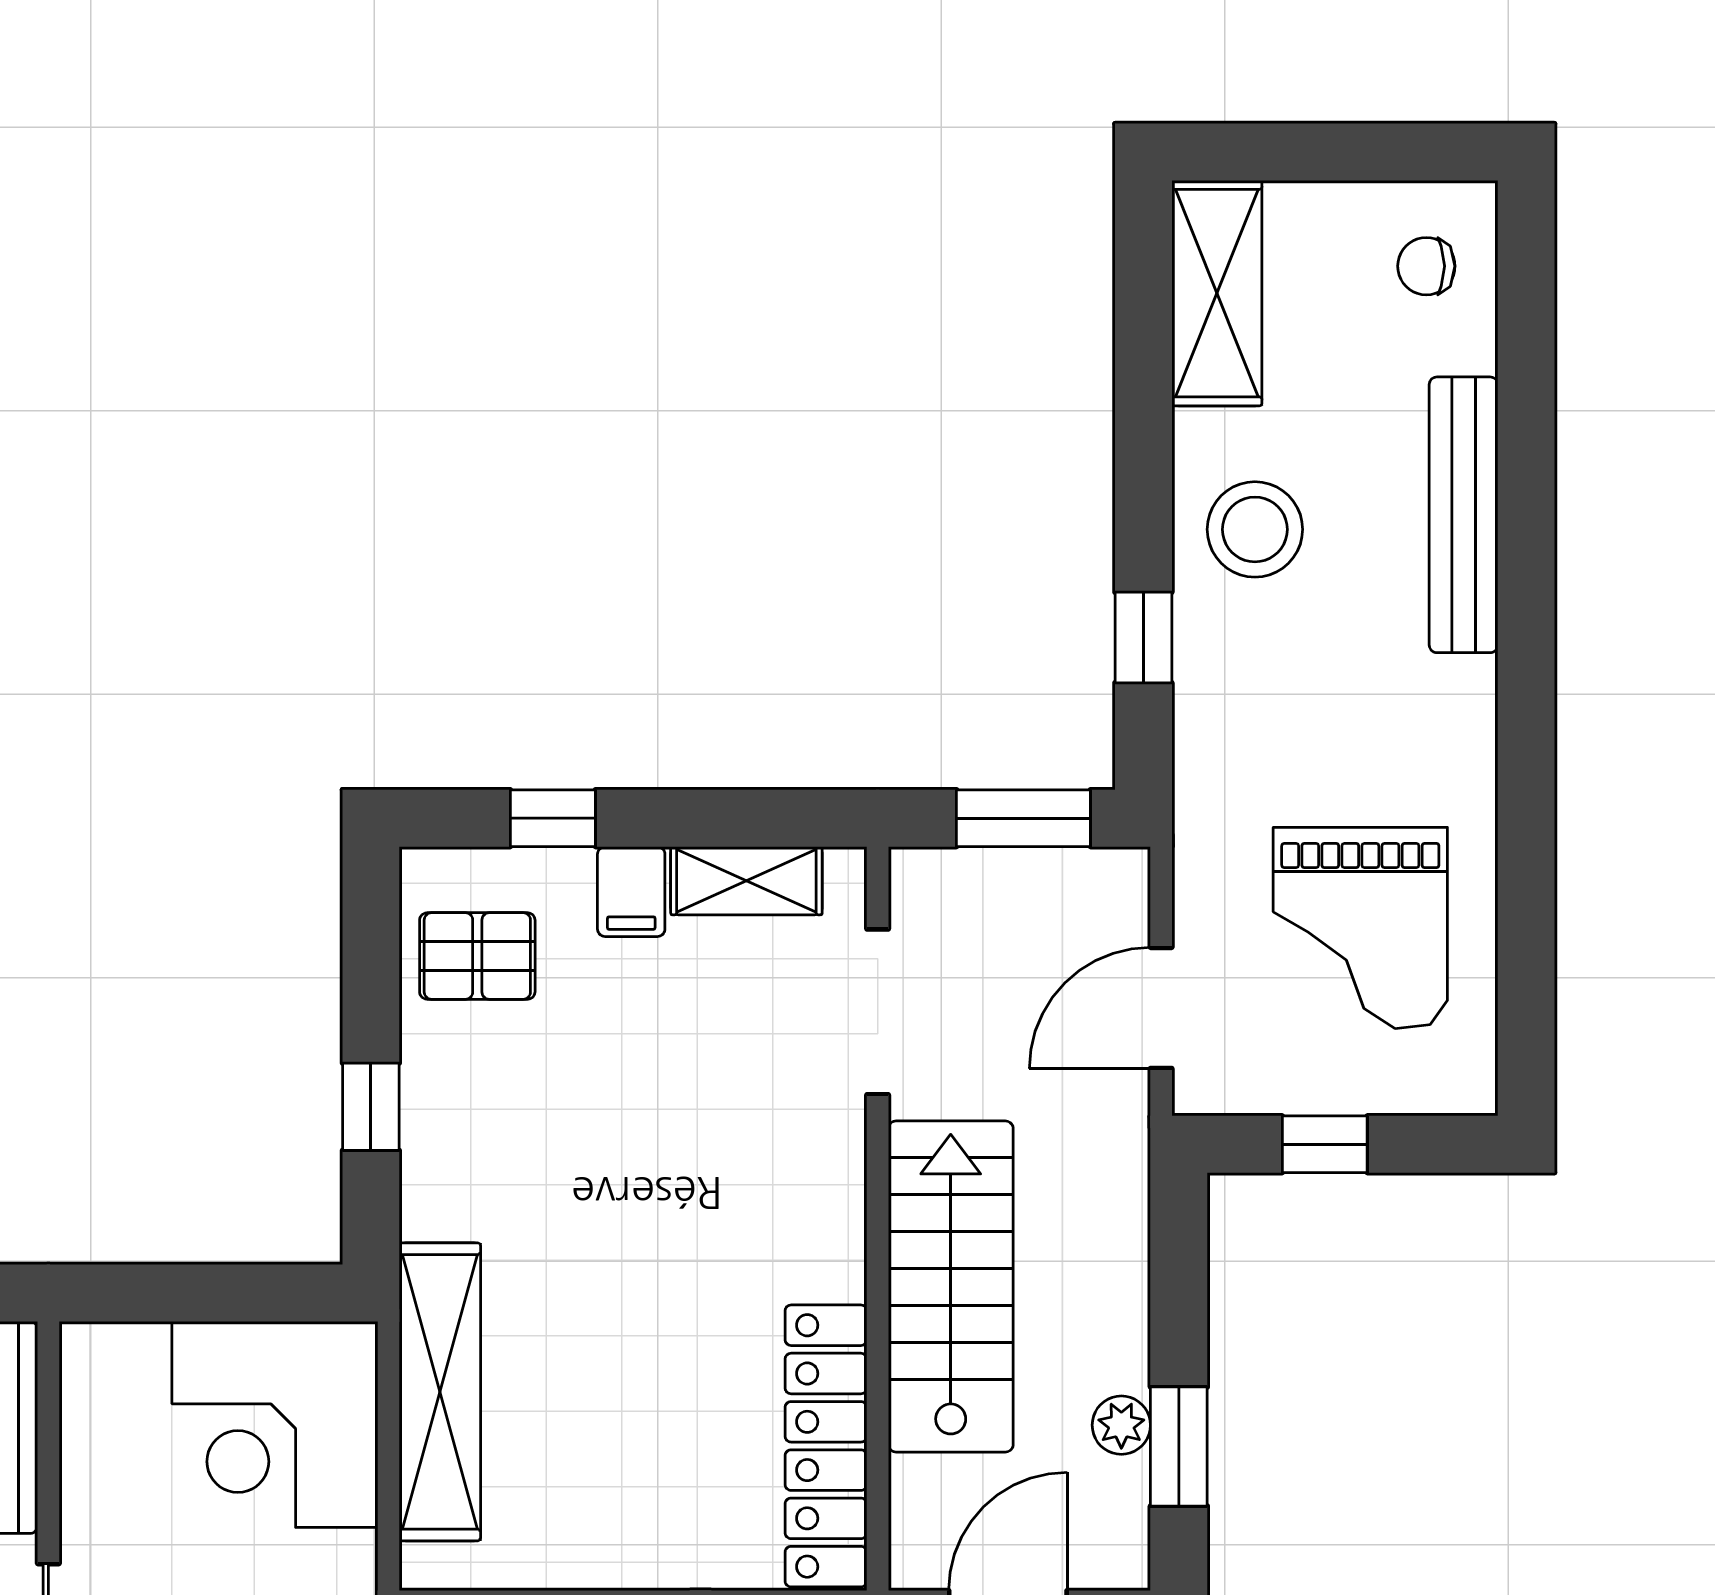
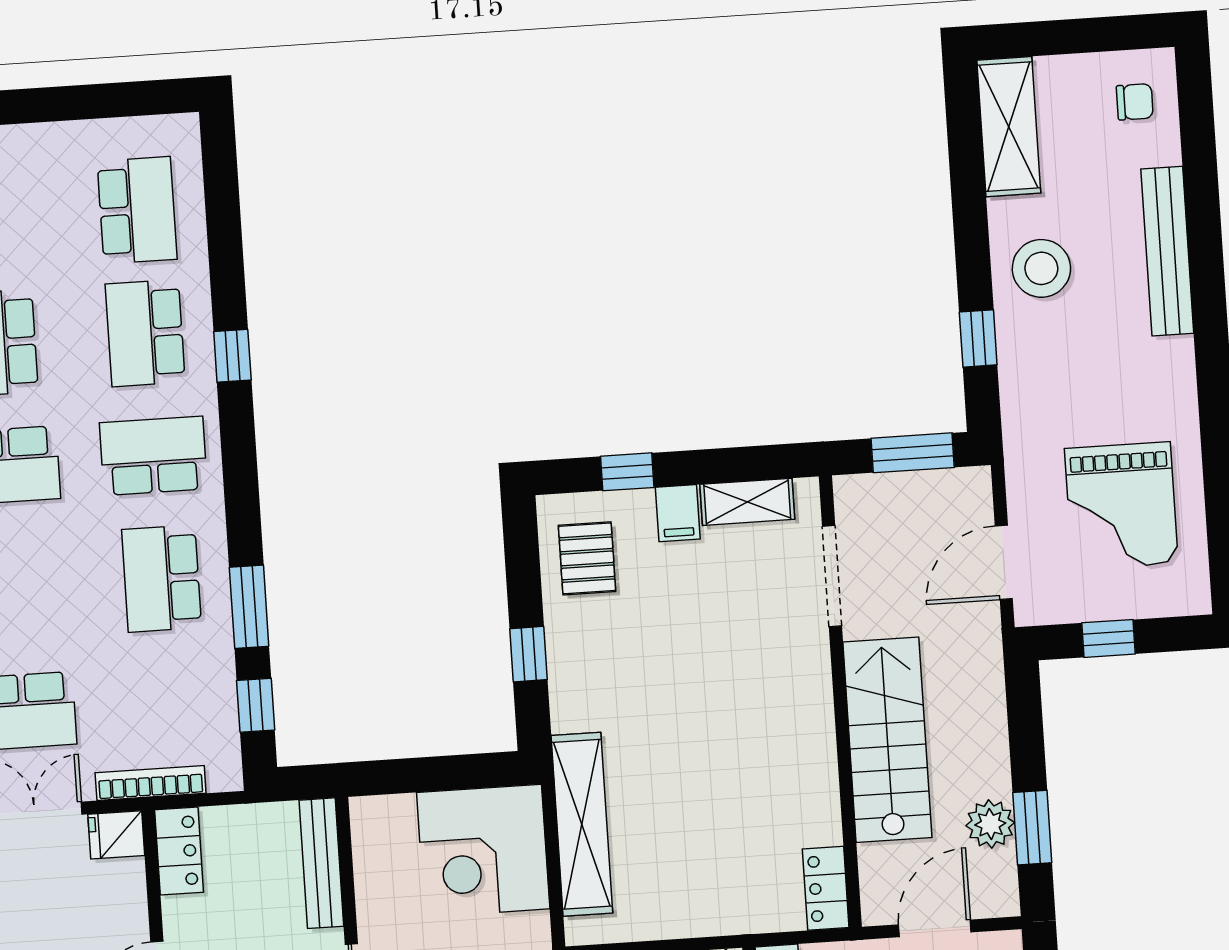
chair: (1426, 266) -> (1135, 102), turned 180
pallet: (477, 956) -> (587, 558), turned 90
plant: (1121, 1425) -> (990, 824), width x1.38, depth x1.38
locker: (826, 1446) -> (826, 888), width x0.46, depth x0.83

